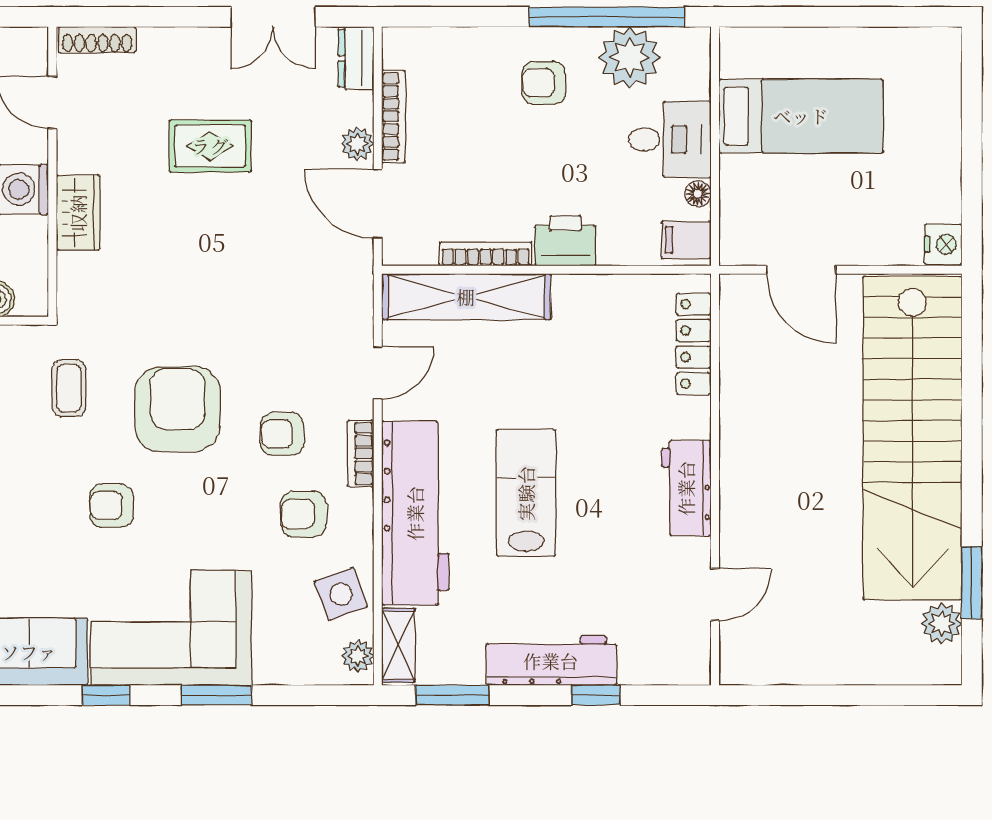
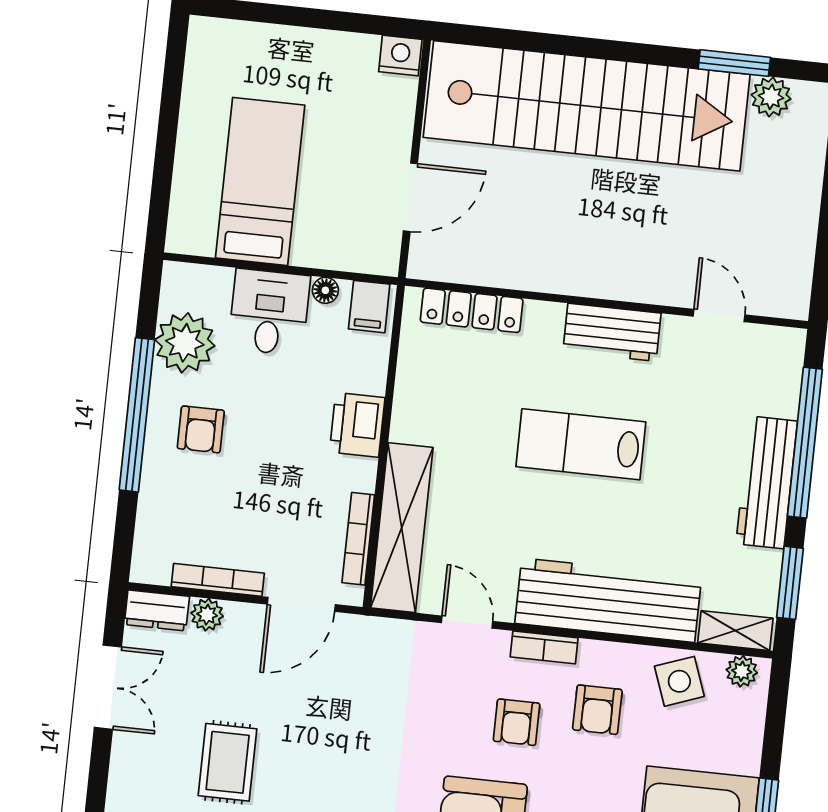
window: (607, 17) -> (137, 415), moved
plant: (357, 144) -> (207, 615), moved
bookcase: (486, 254) -> (358, 539), moved
lab bench: (526, 493) -> (581, 444), moved
window: (596, 695) -> (805, 443), width x3.17

